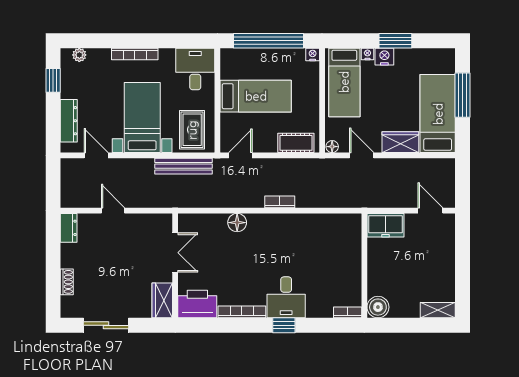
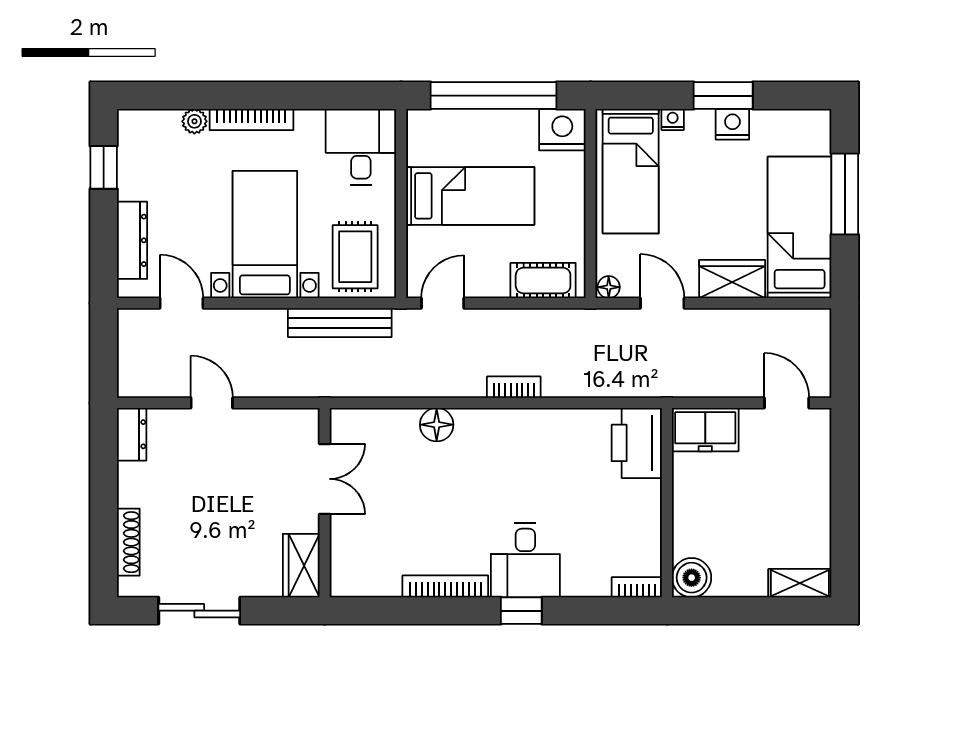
nightstand: (313, 54) -> (562, 130), width x1.89, depth x1.79
plant: (79, 55) -> (194, 121), moved
nightstand: (384, 57) -> (732, 124), moved
shoe rack: (67, 282) -> (128, 542), width x1.43
printer: (197, 304) -> (637, 443), moved, turned -90

